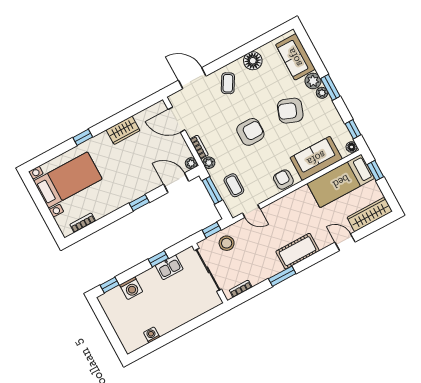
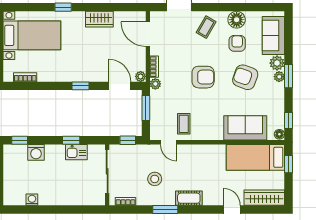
armchair: (283, 180) -> (237, 43), moved
coffee table: (234, 185) -> (184, 124), moved
stool: (227, 243) -> (155, 179), moved
cot: (298, 251) -> (189, 198), width x0.73, depth x0.75

